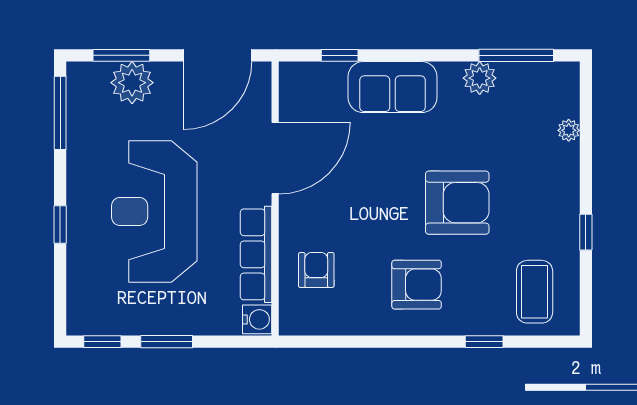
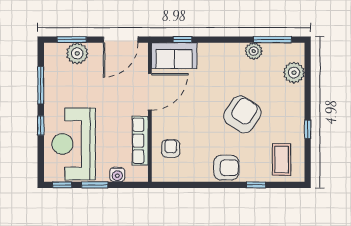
sofa: (392, 87) -> (174, 56), moved
window: (60, 113) -> (41, 85), moved
plant: (569, 130) -> (294, 73), width x1.88, depth x1.88
armchair: (457, 203) -> (242, 114), turned -57
reception desk: (154, 211) -> (74, 144), moved
armchair: (417, 285) -> (226, 168), moved
water cooler: (257, 319) -> (117, 174), moved, turned 90

